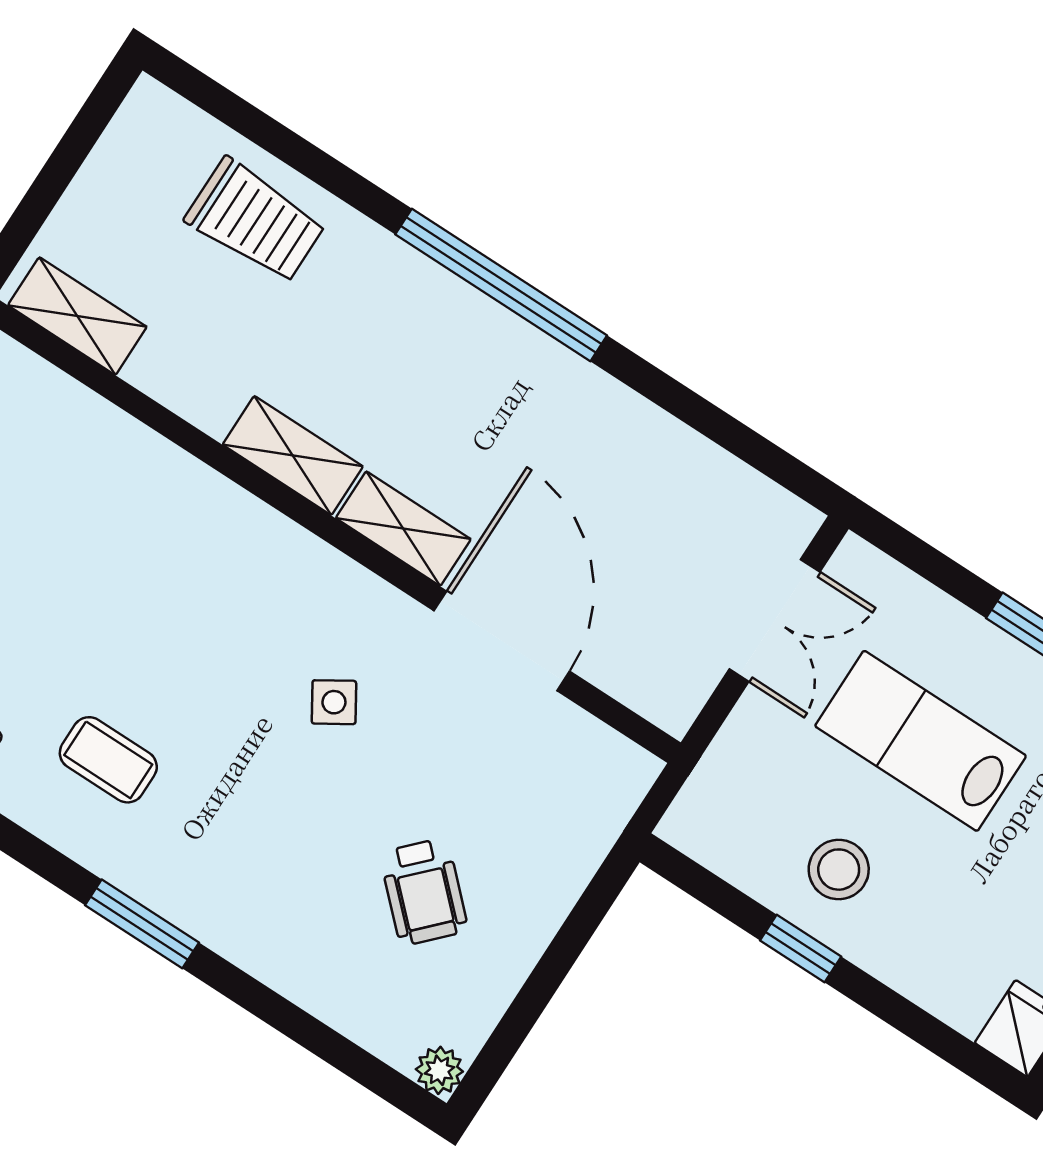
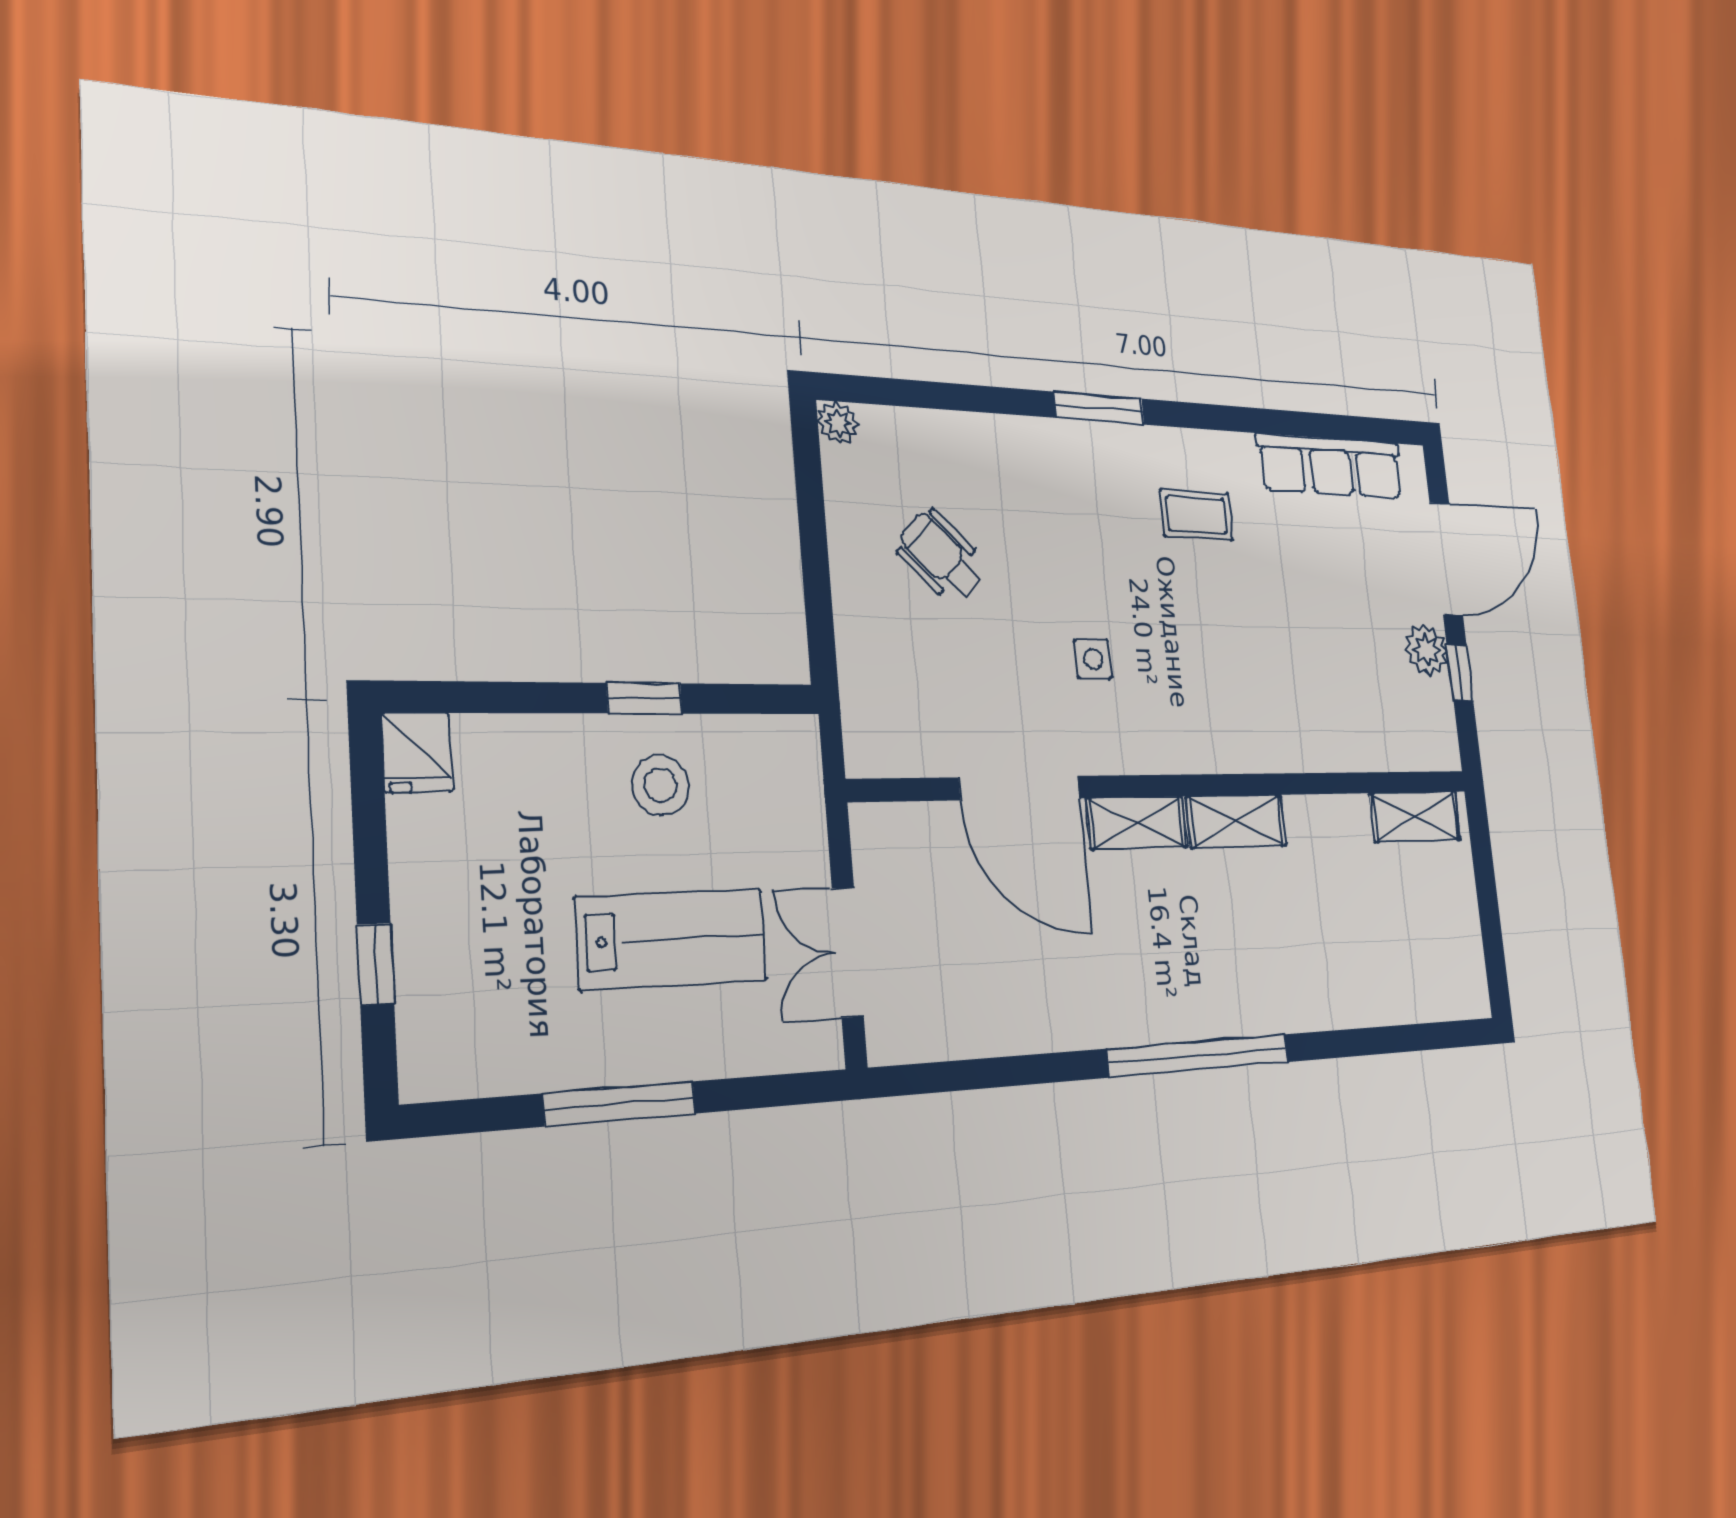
trolley: (255, 221) -> (1367, 971), removed
side table: (334, 702) -> (1093, 659), turned 32

